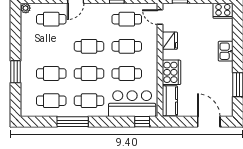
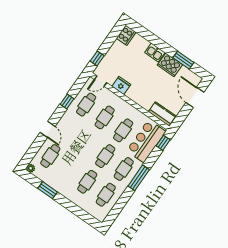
cafe table: (89, 46) -> (87, 143), removed
window: (16, 72) -> (48, 190), moved
cooker: (172, 72) -> (170, 65), moved, turned 180
window: (73, 122) -> (139, 178), moved
door: (209, 122) -> (195, 97), hinge flipped

